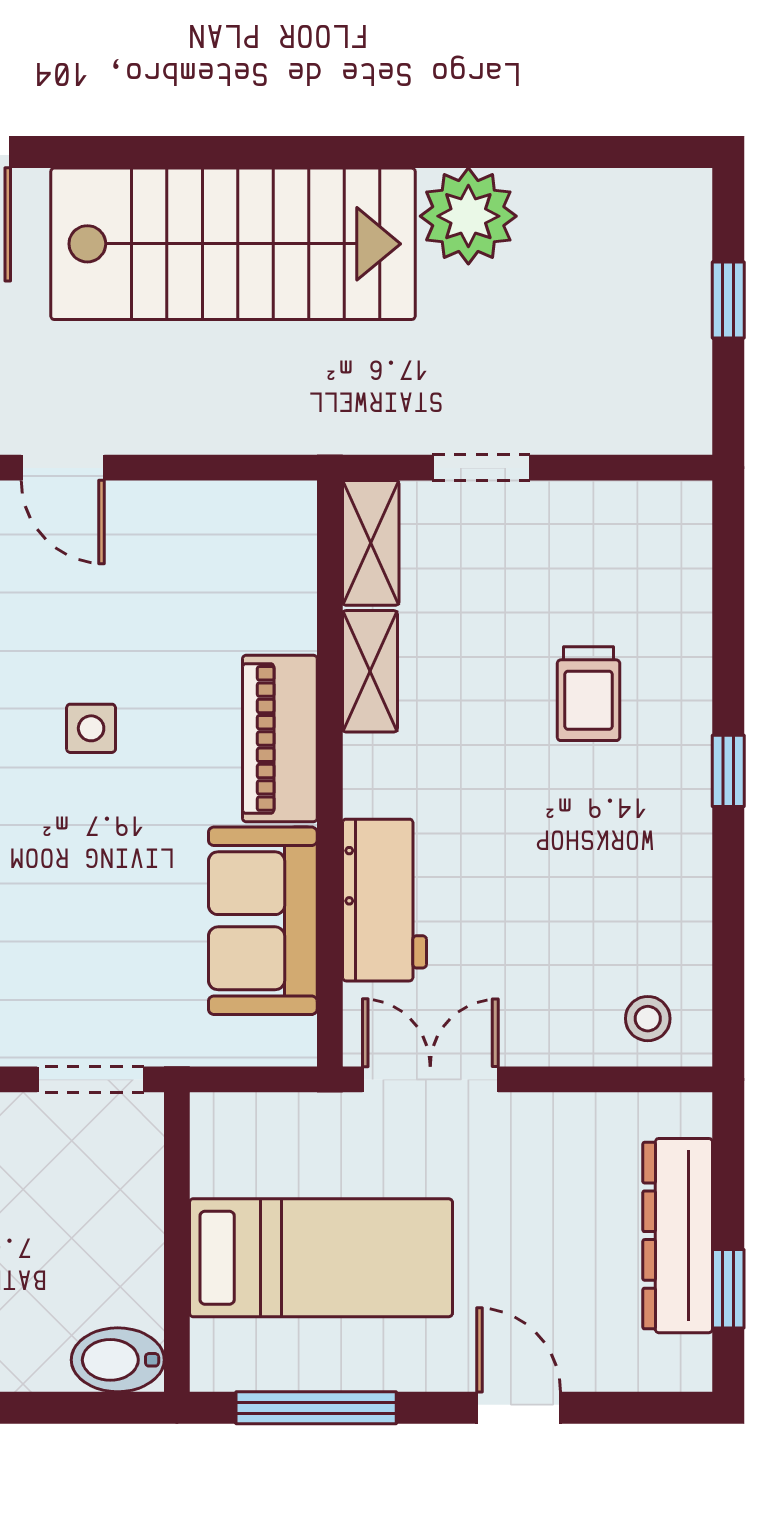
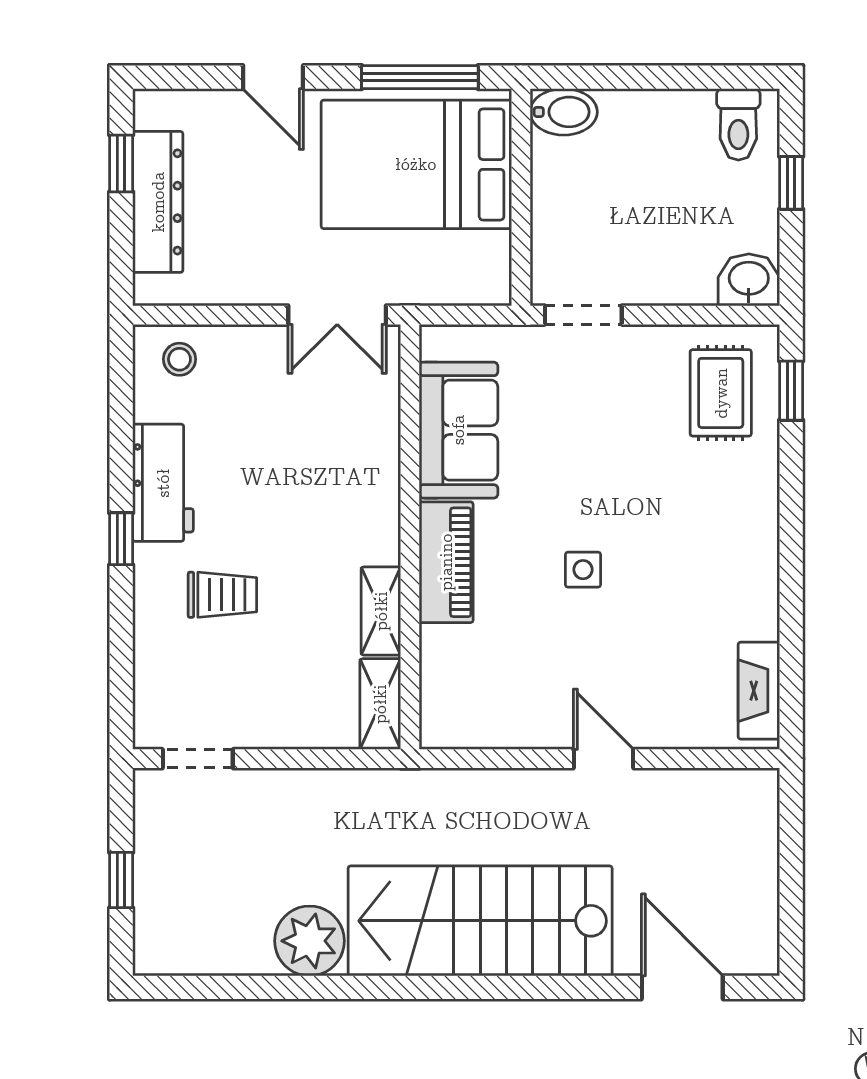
doorway: (481, 468) -> (198, 759), moved
trolley: (589, 694) -> (222, 595), turned 90
workbench: (384, 900) -> (163, 483), moved, turned 180
bed: (321, 1258) -> (416, 164), width x1.50

